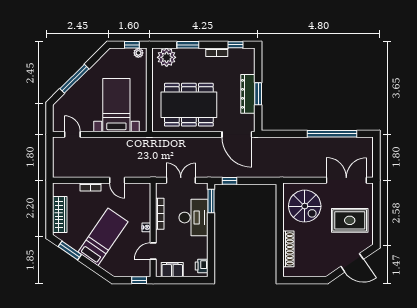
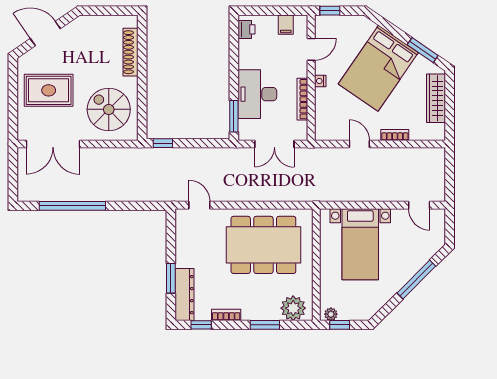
dresser: (248, 94) -> (185, 295), moved
window: (258, 94) -> (171, 278), moved
door: (237, 134) -> (199, 205), width x0.53
window: (230, 181) -> (163, 143), moved
bed: (103, 237) -> (378, 68), width x1.50
filing cabinet: (172, 270) -> (286, 25), width x0.50

